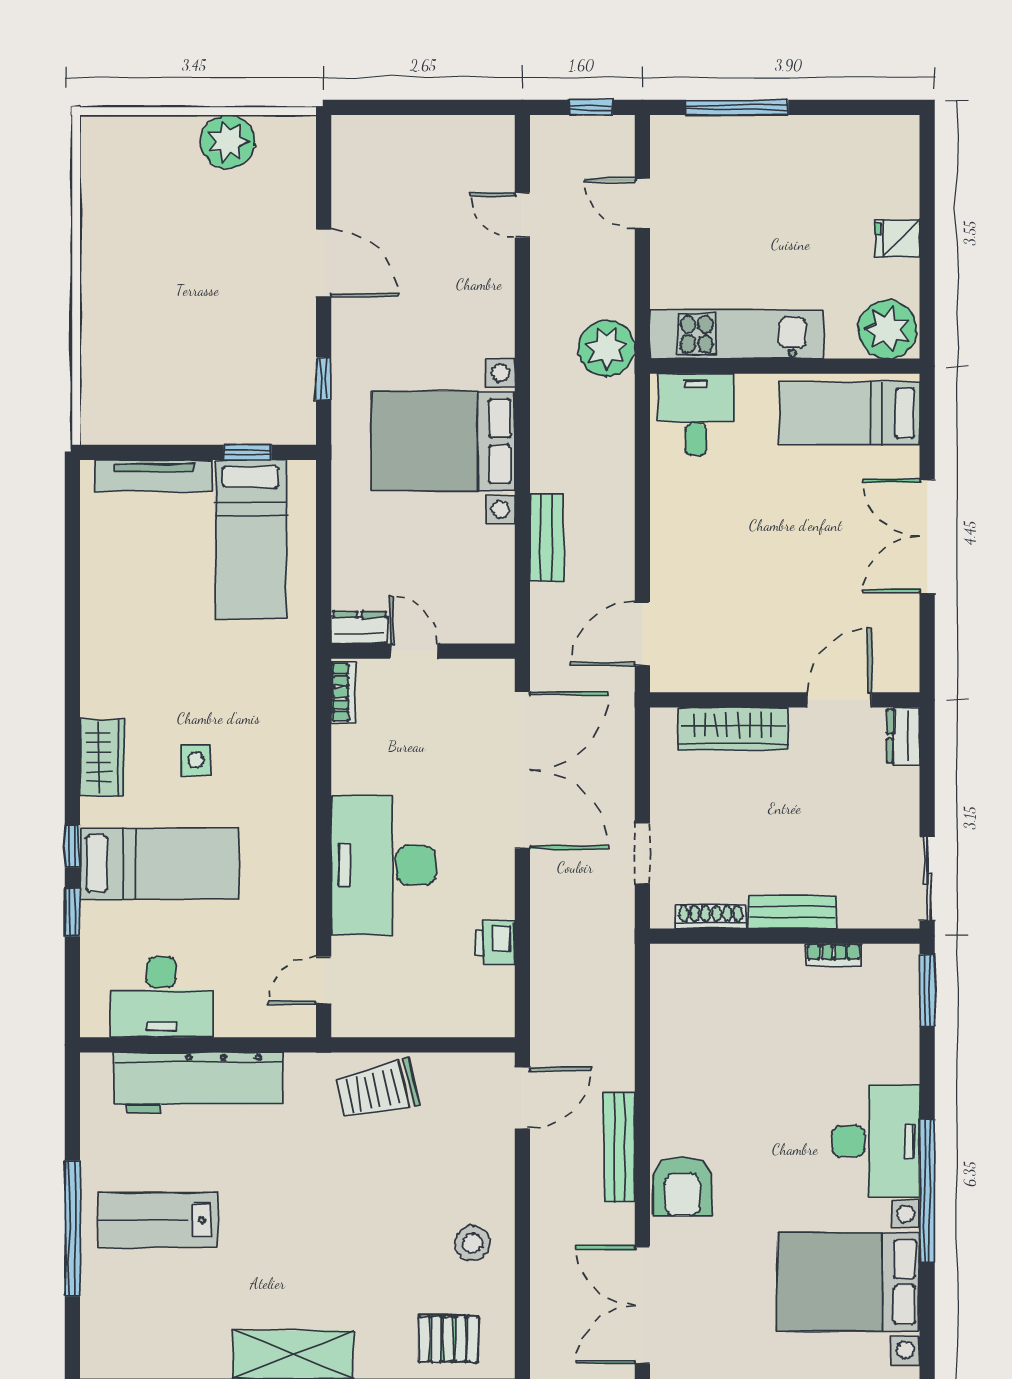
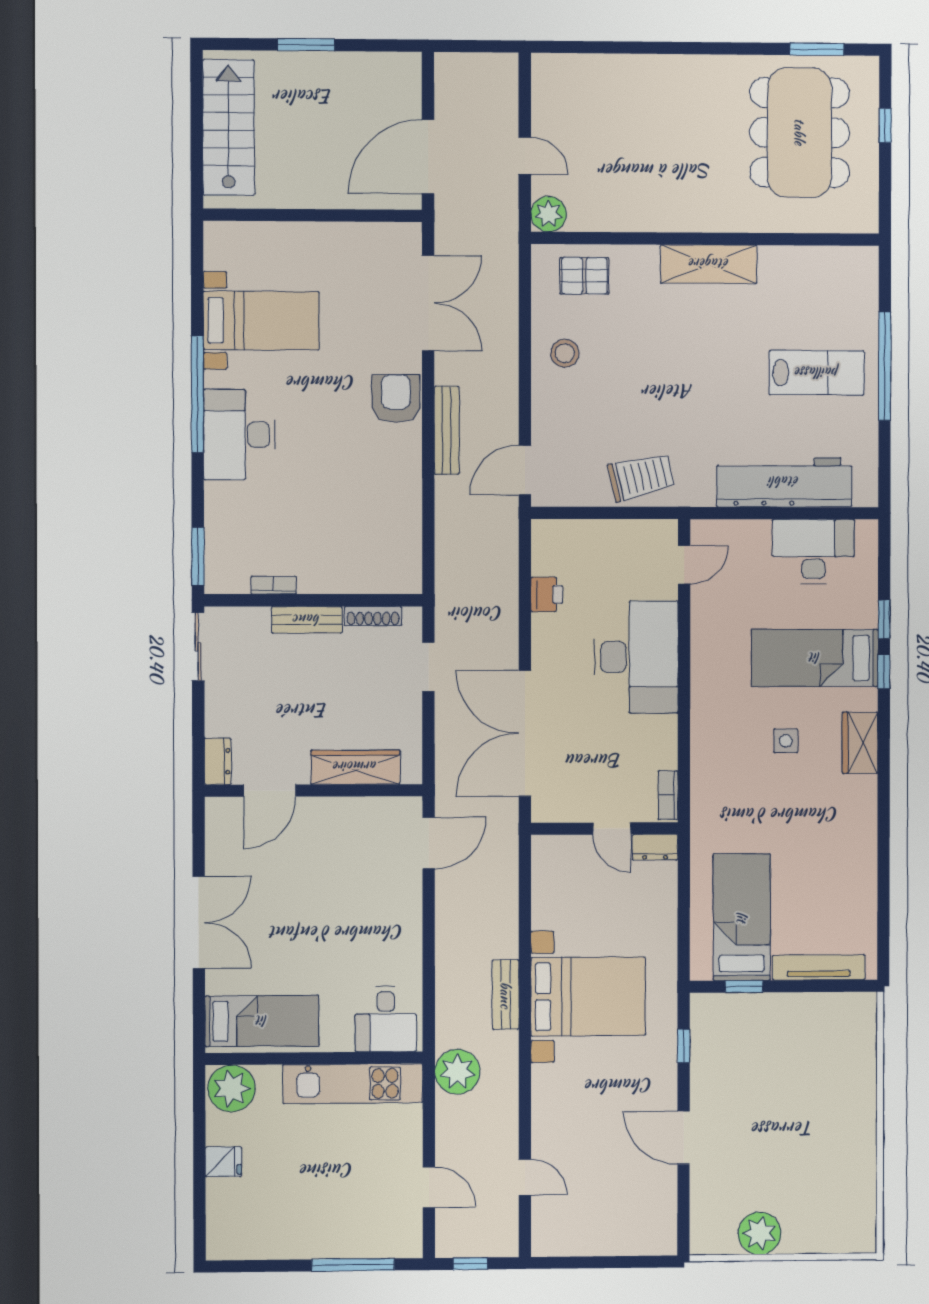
bench: (546, 538) -> (506, 995), moved
bed with nightstands: (848, 1282) -> (261, 321), width x0.73

